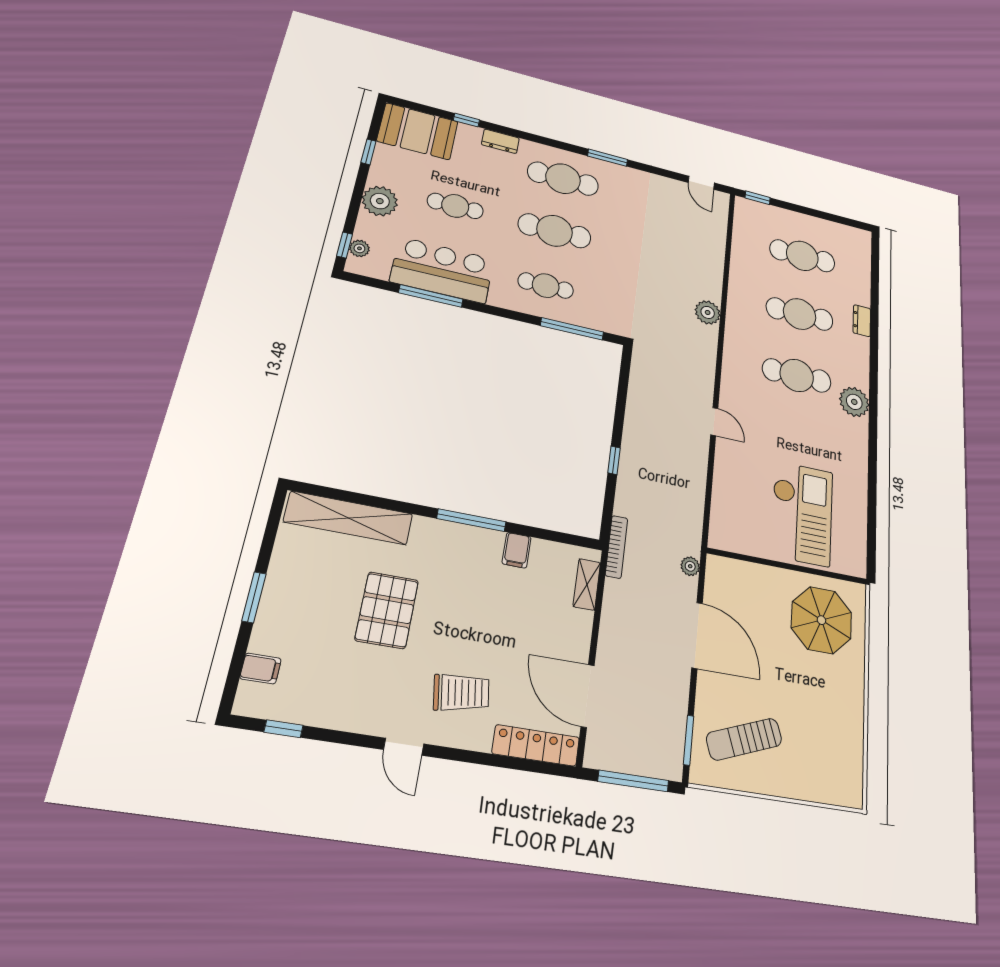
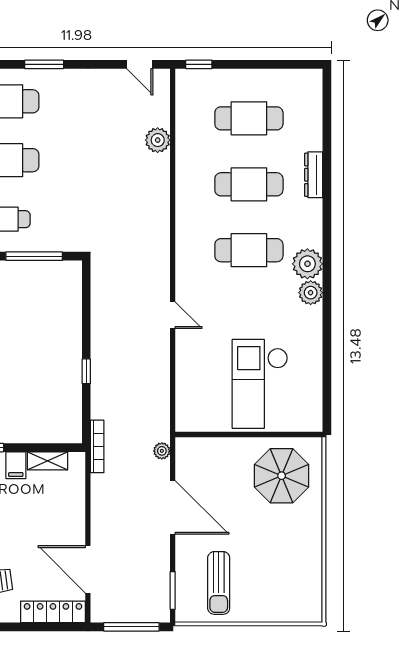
plant: (708, 312) -> (158, 140), moved
dresser: (862, 321) -> (314, 175), width x1.44
plant: (857, 431) -> (311, 293), added
checkout: (802, 513) -> (260, 384), turned 180
shelving: (587, 584) -> (48, 461), moved, turned 90
sun lounger: (744, 739) -> (219, 583), turned -70

